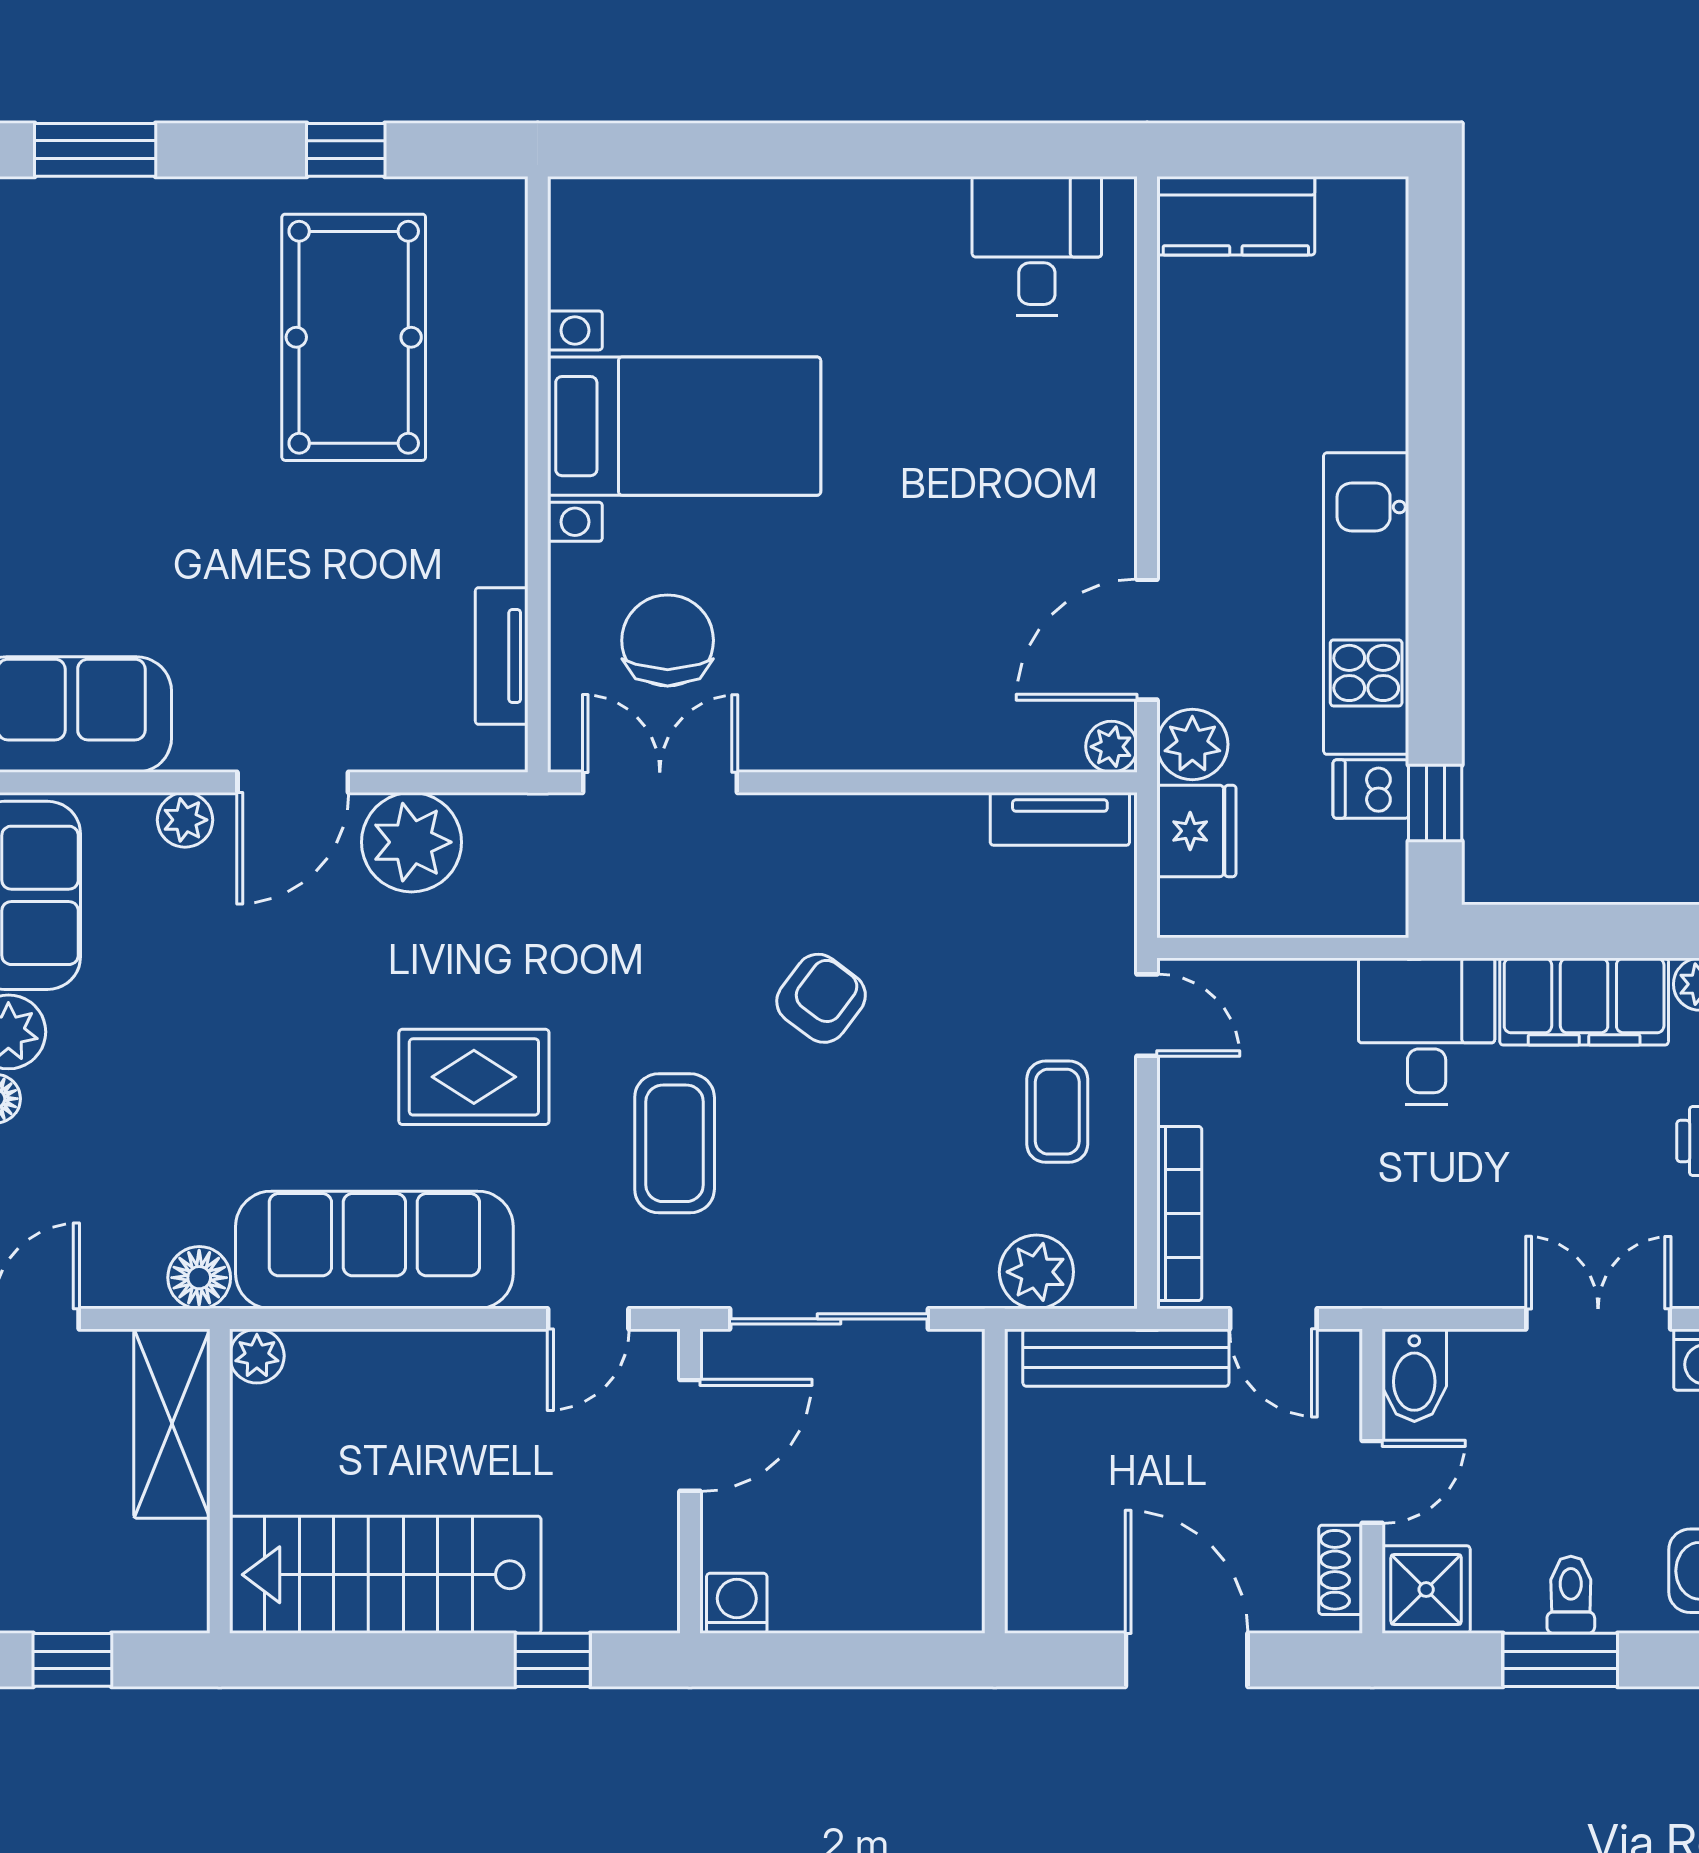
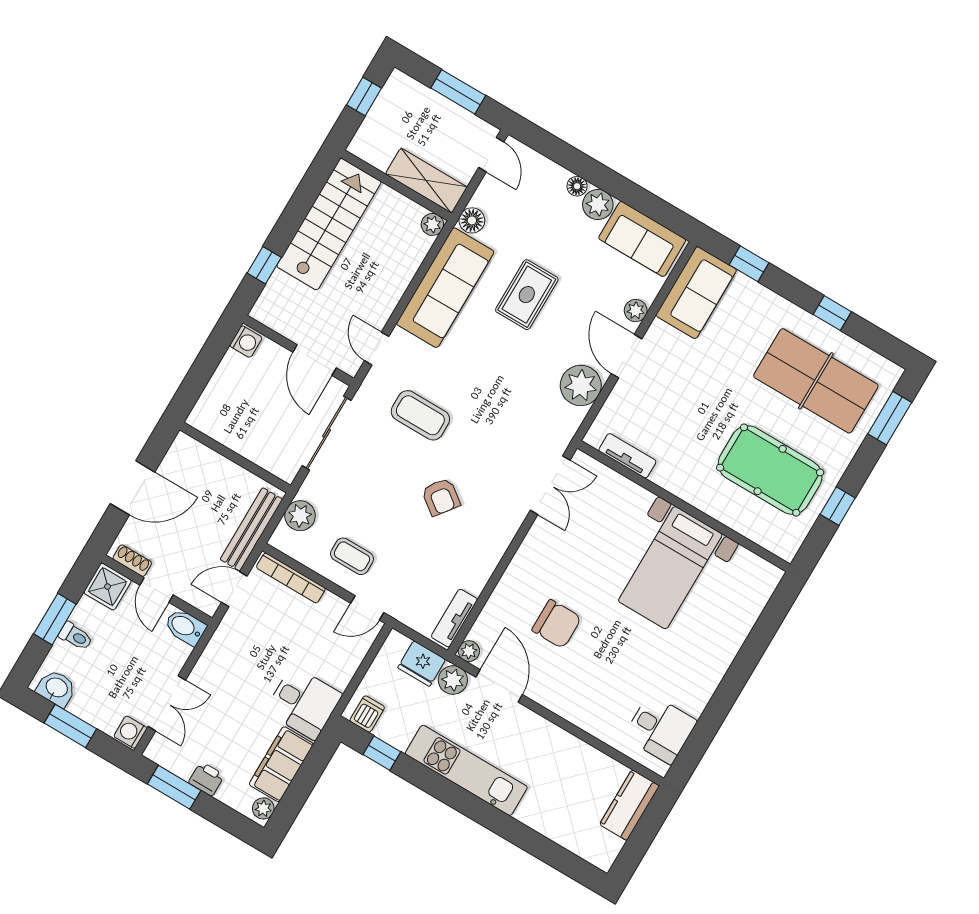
table tennis table: (109, 352) -> (816, 381), added
chair: (668, 640) -> (557, 624), moved
dishwasher: (1371, 789) -> (367, 714), moved
rug: (474, 1077) -> (527, 295), moved

